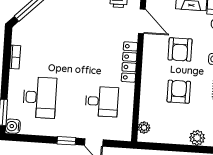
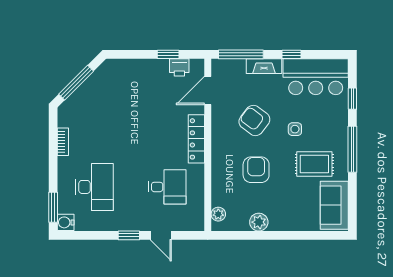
door: (142, 21) -> (208, 91), swing flipped
armchair: (180, 49) -> (254, 120), turned 127
plant: (197, 138) -> (259, 222), moved

